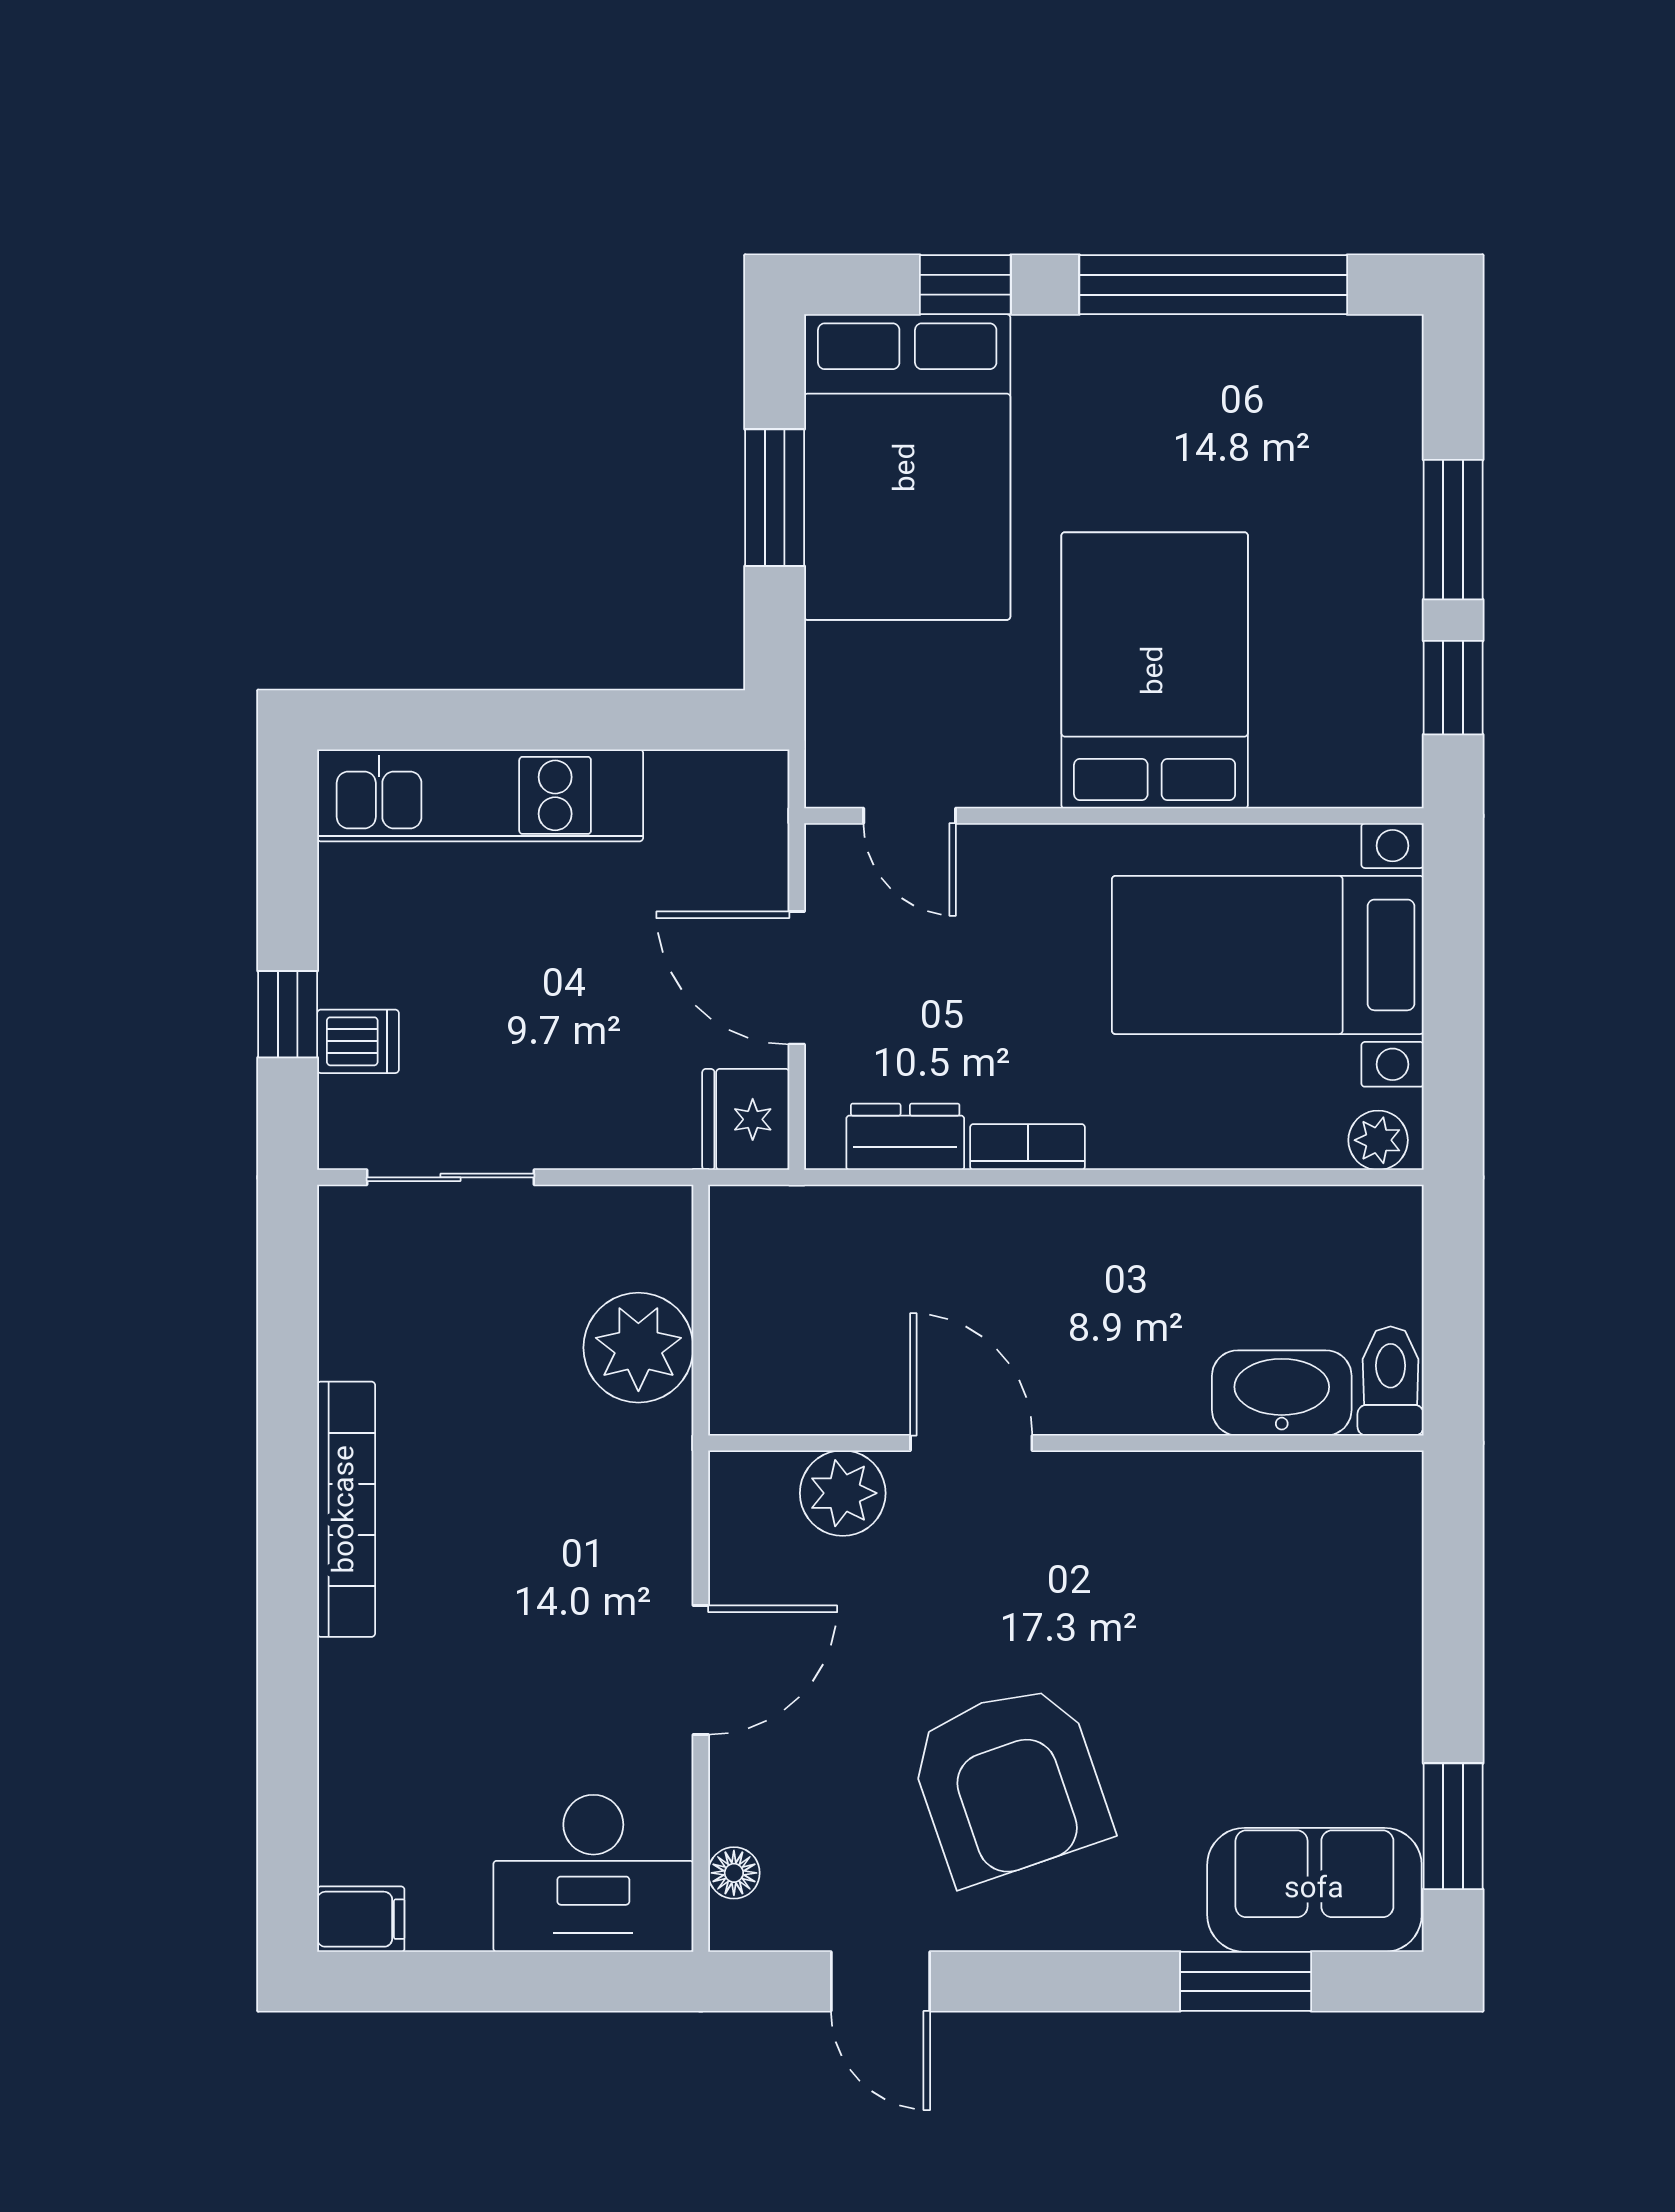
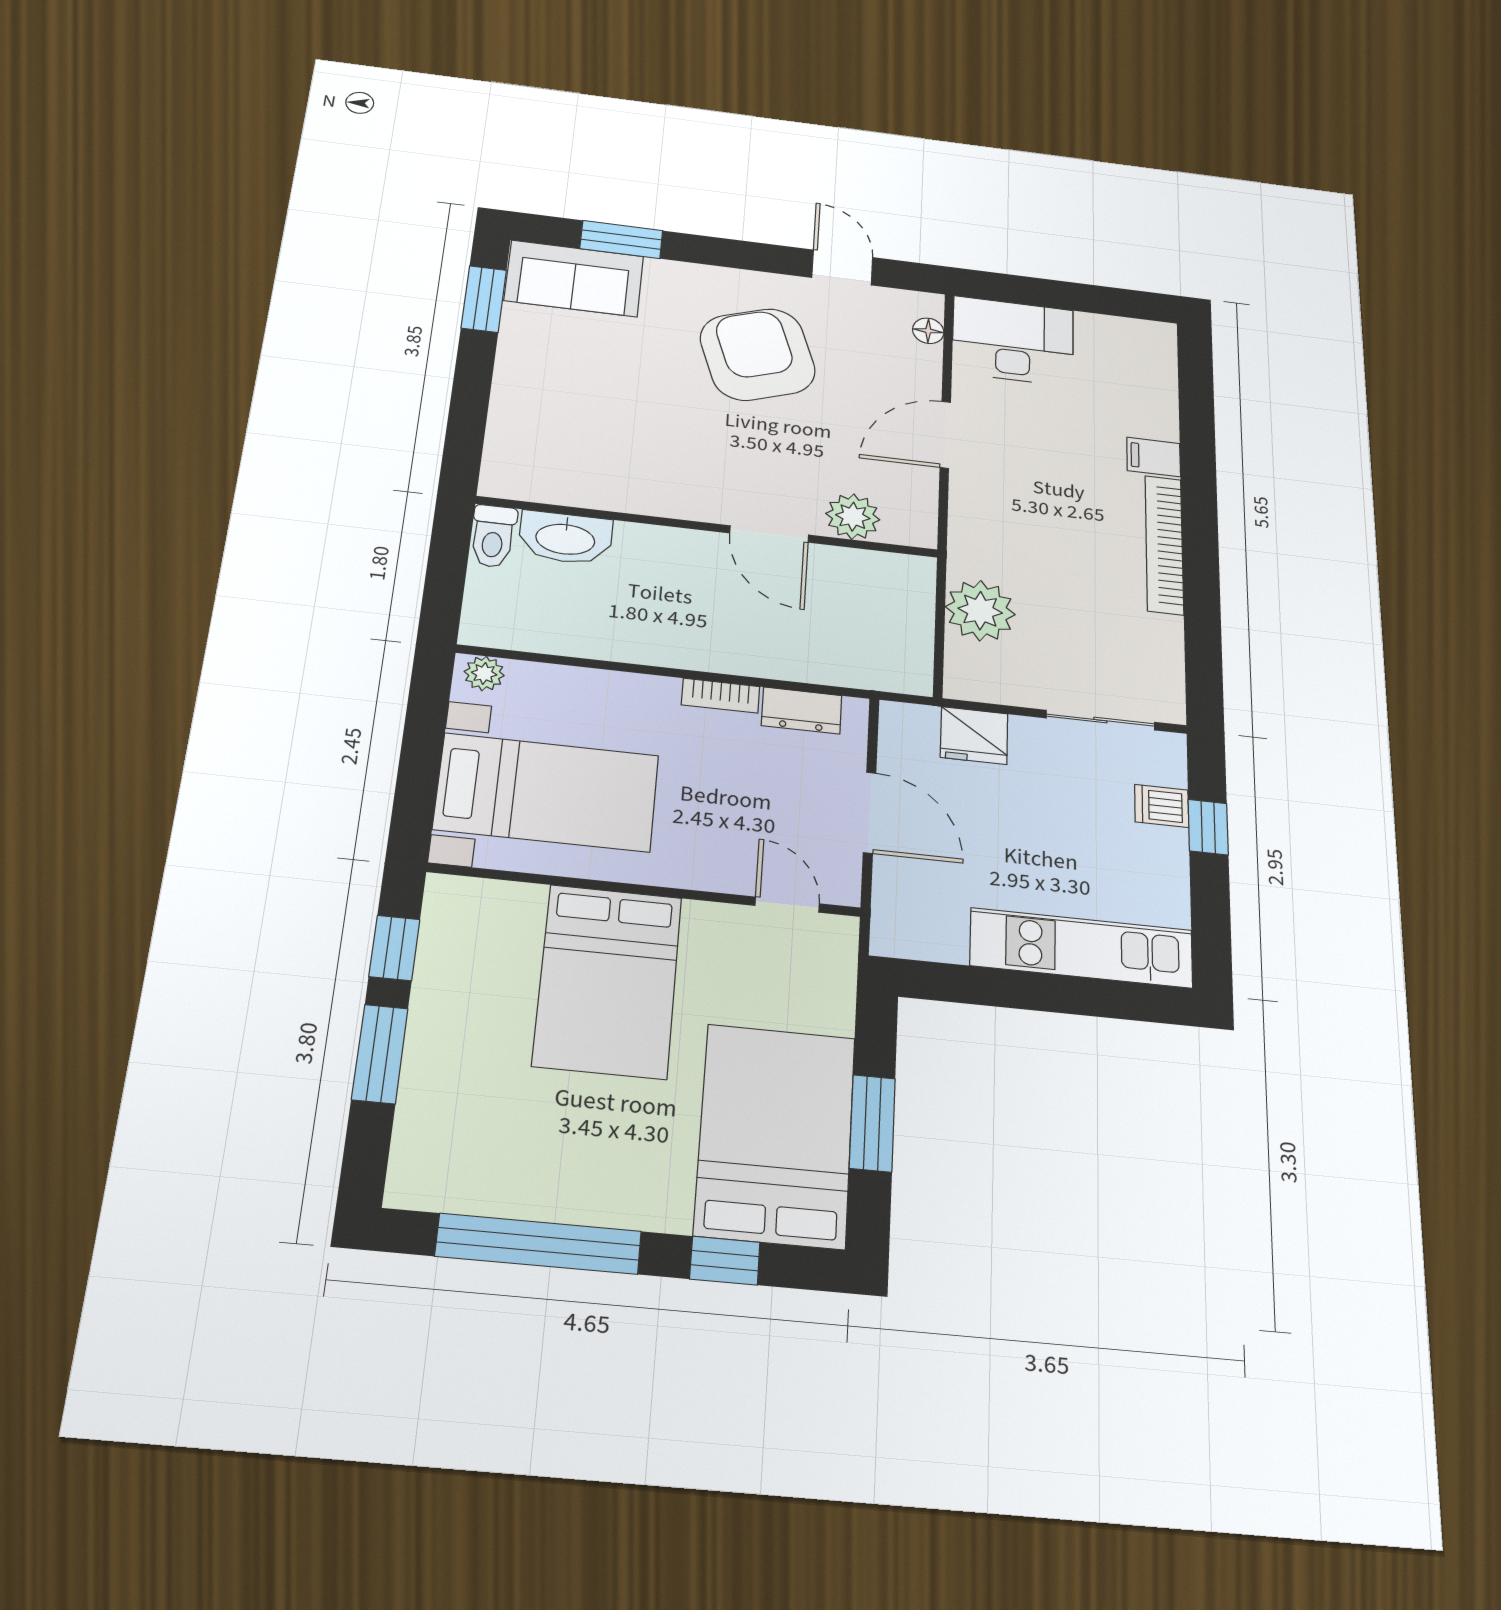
fridge: (746, 1119) -> (974, 736), moved, turned 90
filing cabinet: (361, 1919) -> (1154, 457), moved

